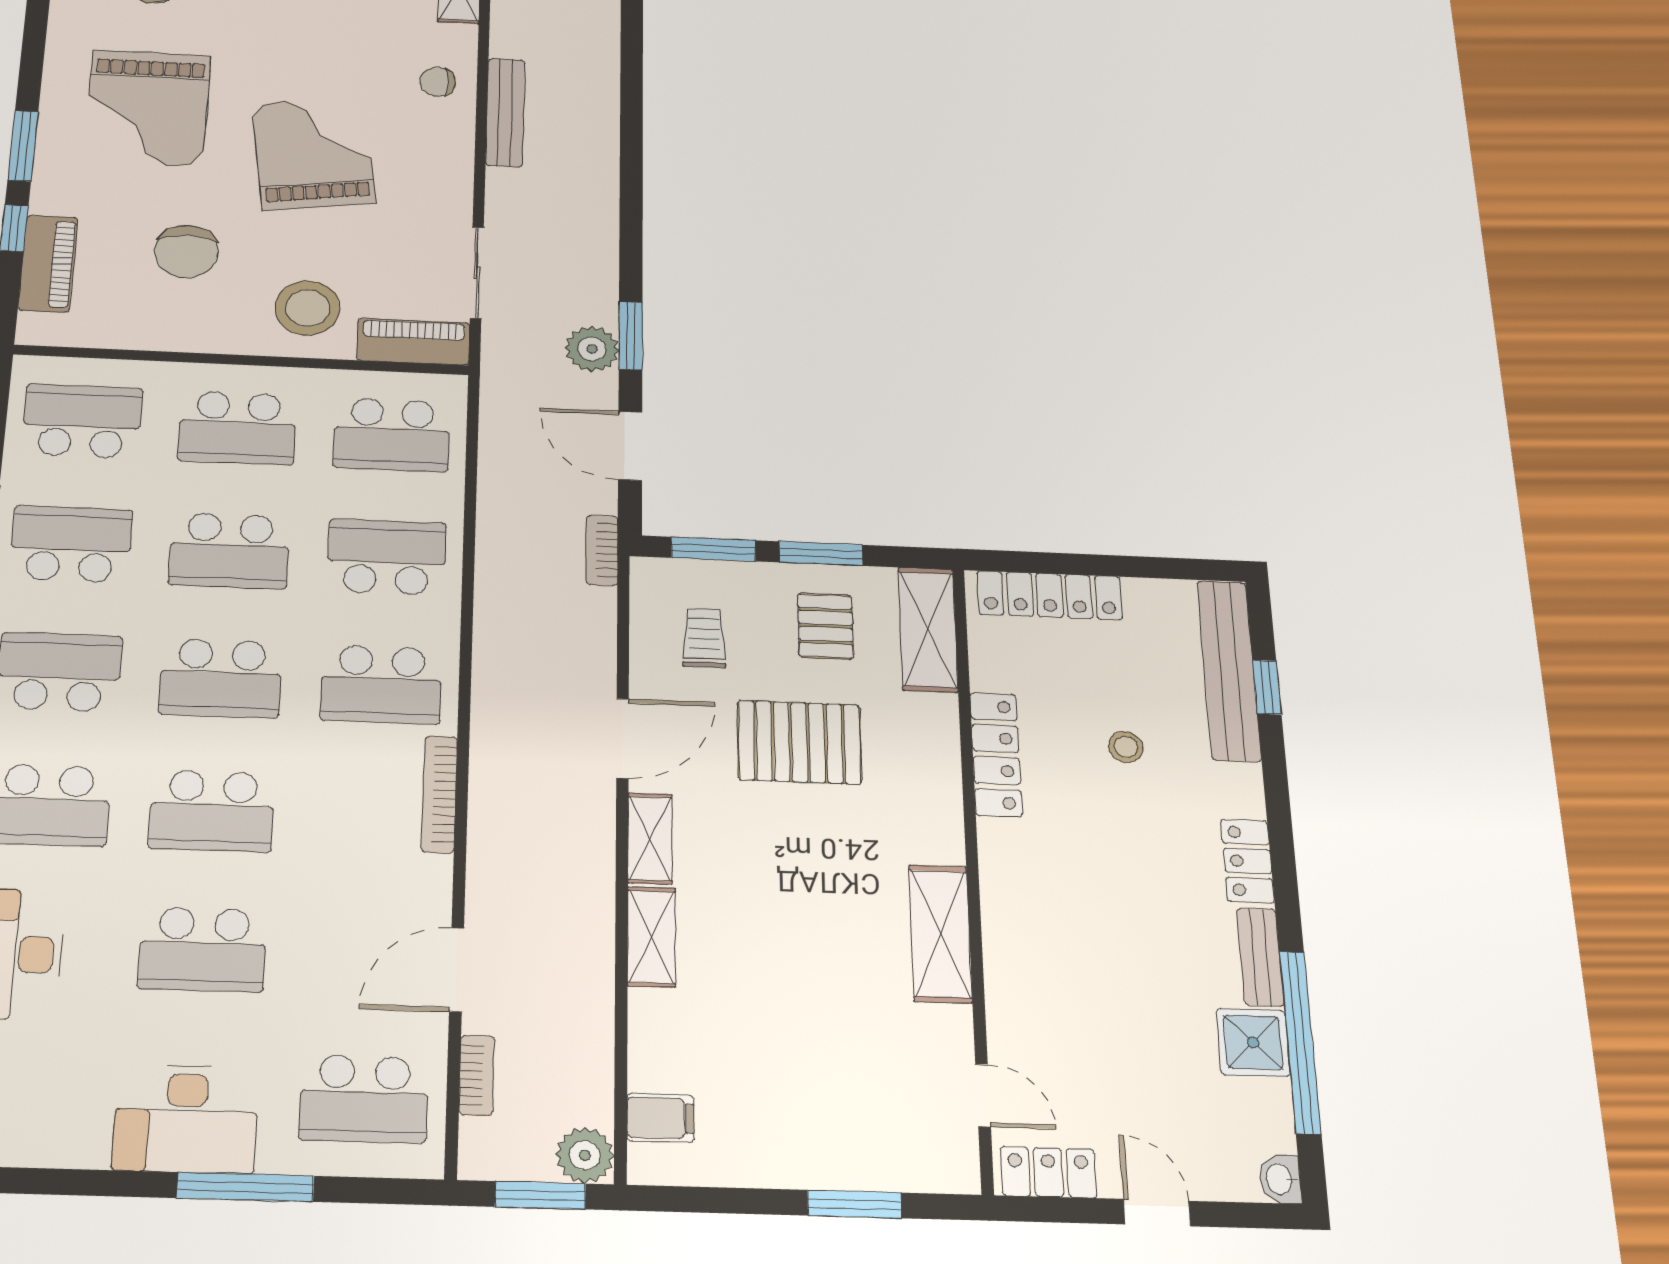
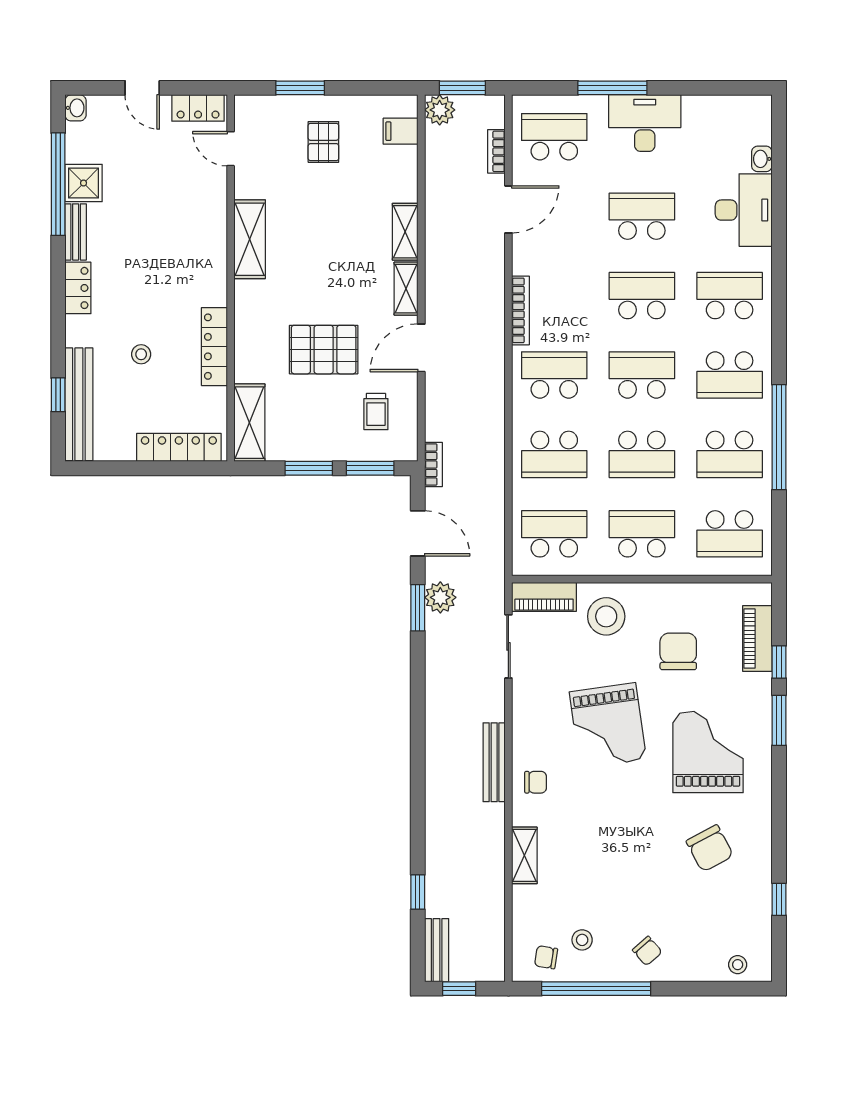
school desk: (229, 551) -> (642, 454), turned 180
pallet: (825, 626) -> (323, 142), moved

